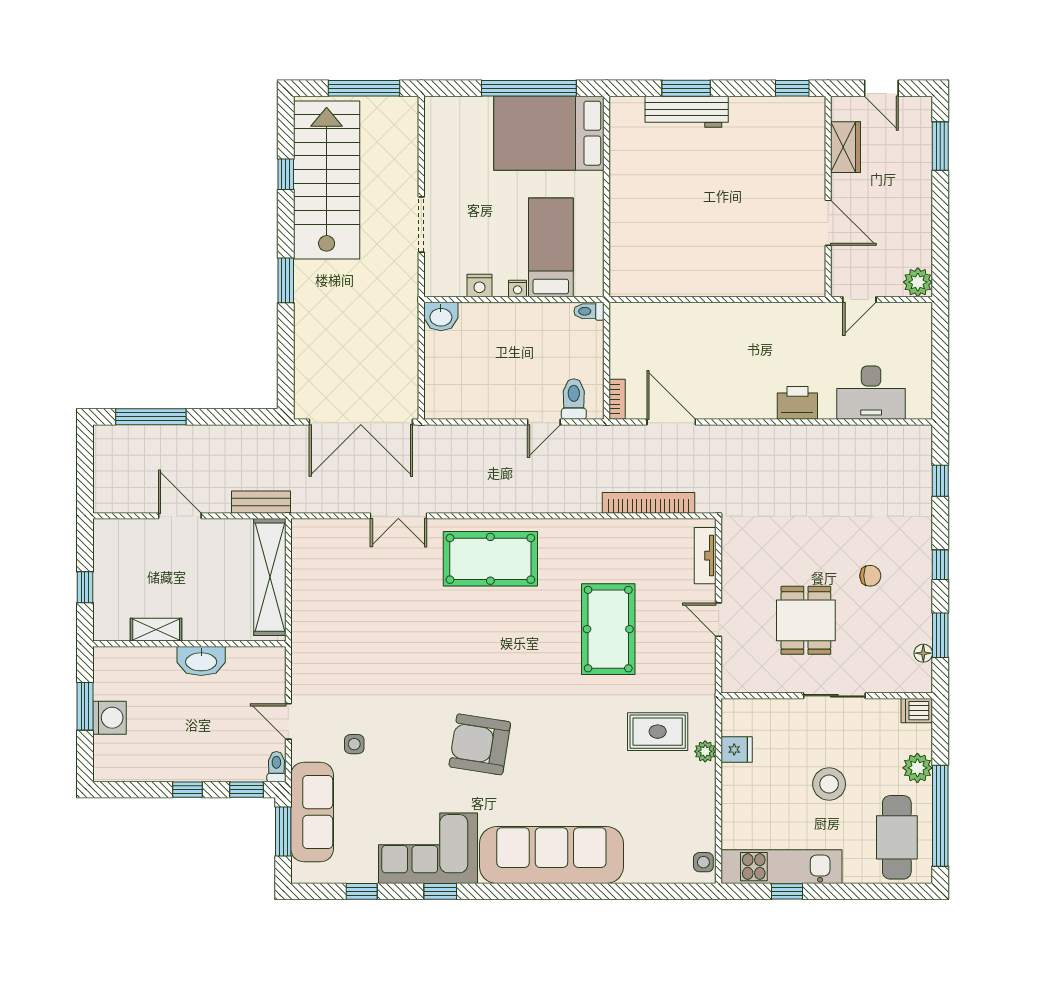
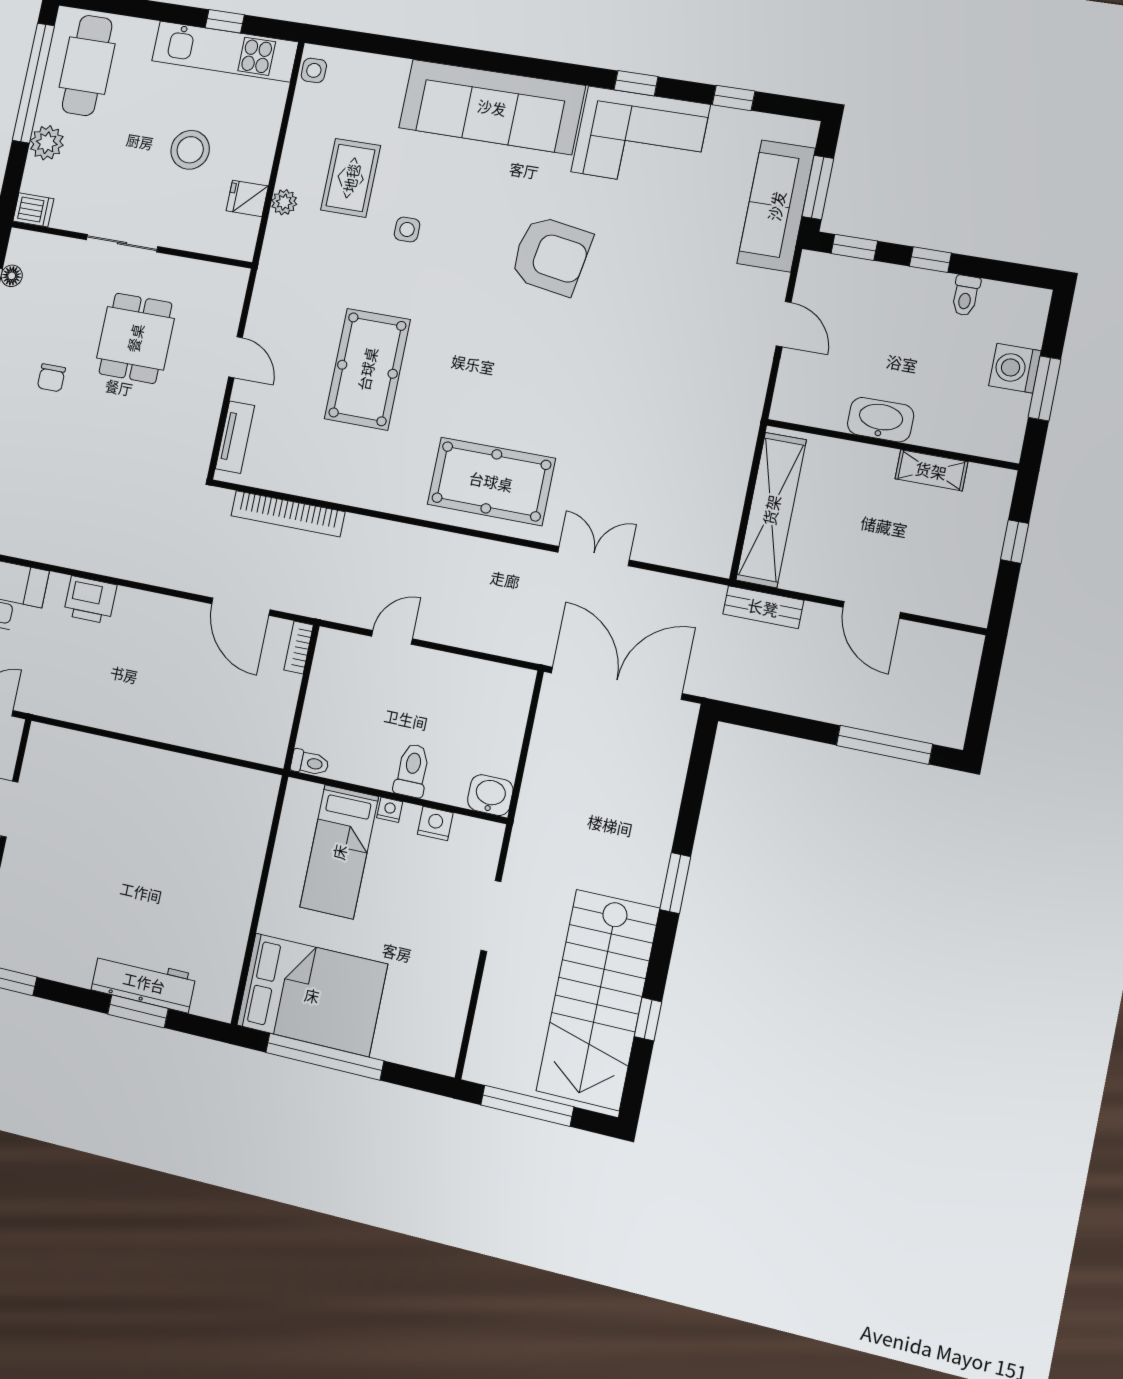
toilet: (574, 399) -> (412, 770), moved, turned 180
chair: (870, 576) -> (51, 378), turned -90
rug: (658, 732) -> (351, 178), moved, turned 90
side table: (354, 744) -> (407, 229), moved
toilet: (276, 767) -> (966, 296), moved
stool: (829, 784) -> (190, 150), moved

